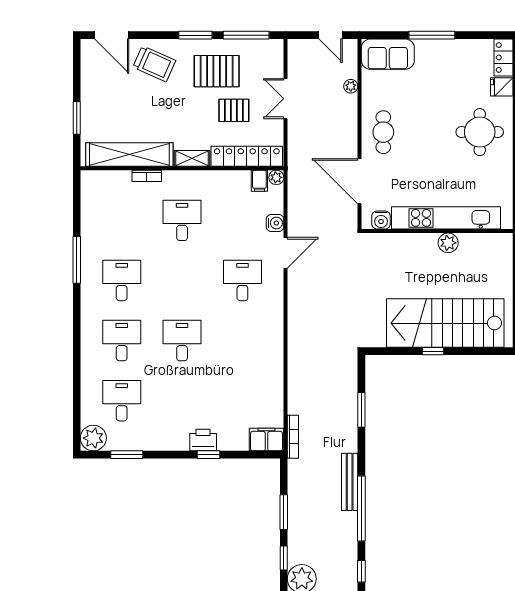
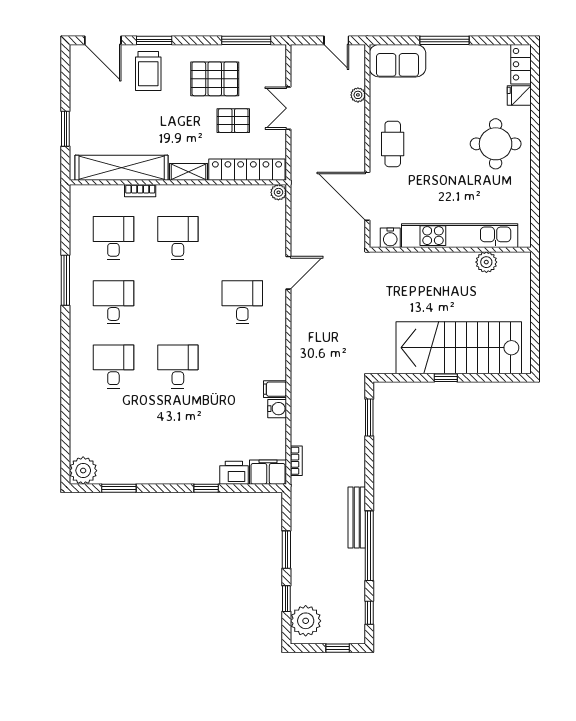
window: (195, 35) -> (154, 40), moved
trolley: (154, 64) -> (148, 71), turned 66
filing cabinet: (259, 181) -> (275, 389), moved, turned 90
water cooler: (275, 223) -> (277, 409), moved
plant: (448, 243) -> (486, 262), moved
desk: (122, 401) -> (113, 238), moved
window: (361, 410) -> (369, 417), moved
bookcase: (293, 437) -> (296, 461), width x0.64
printer: (203, 440) -> (234, 473), moved

